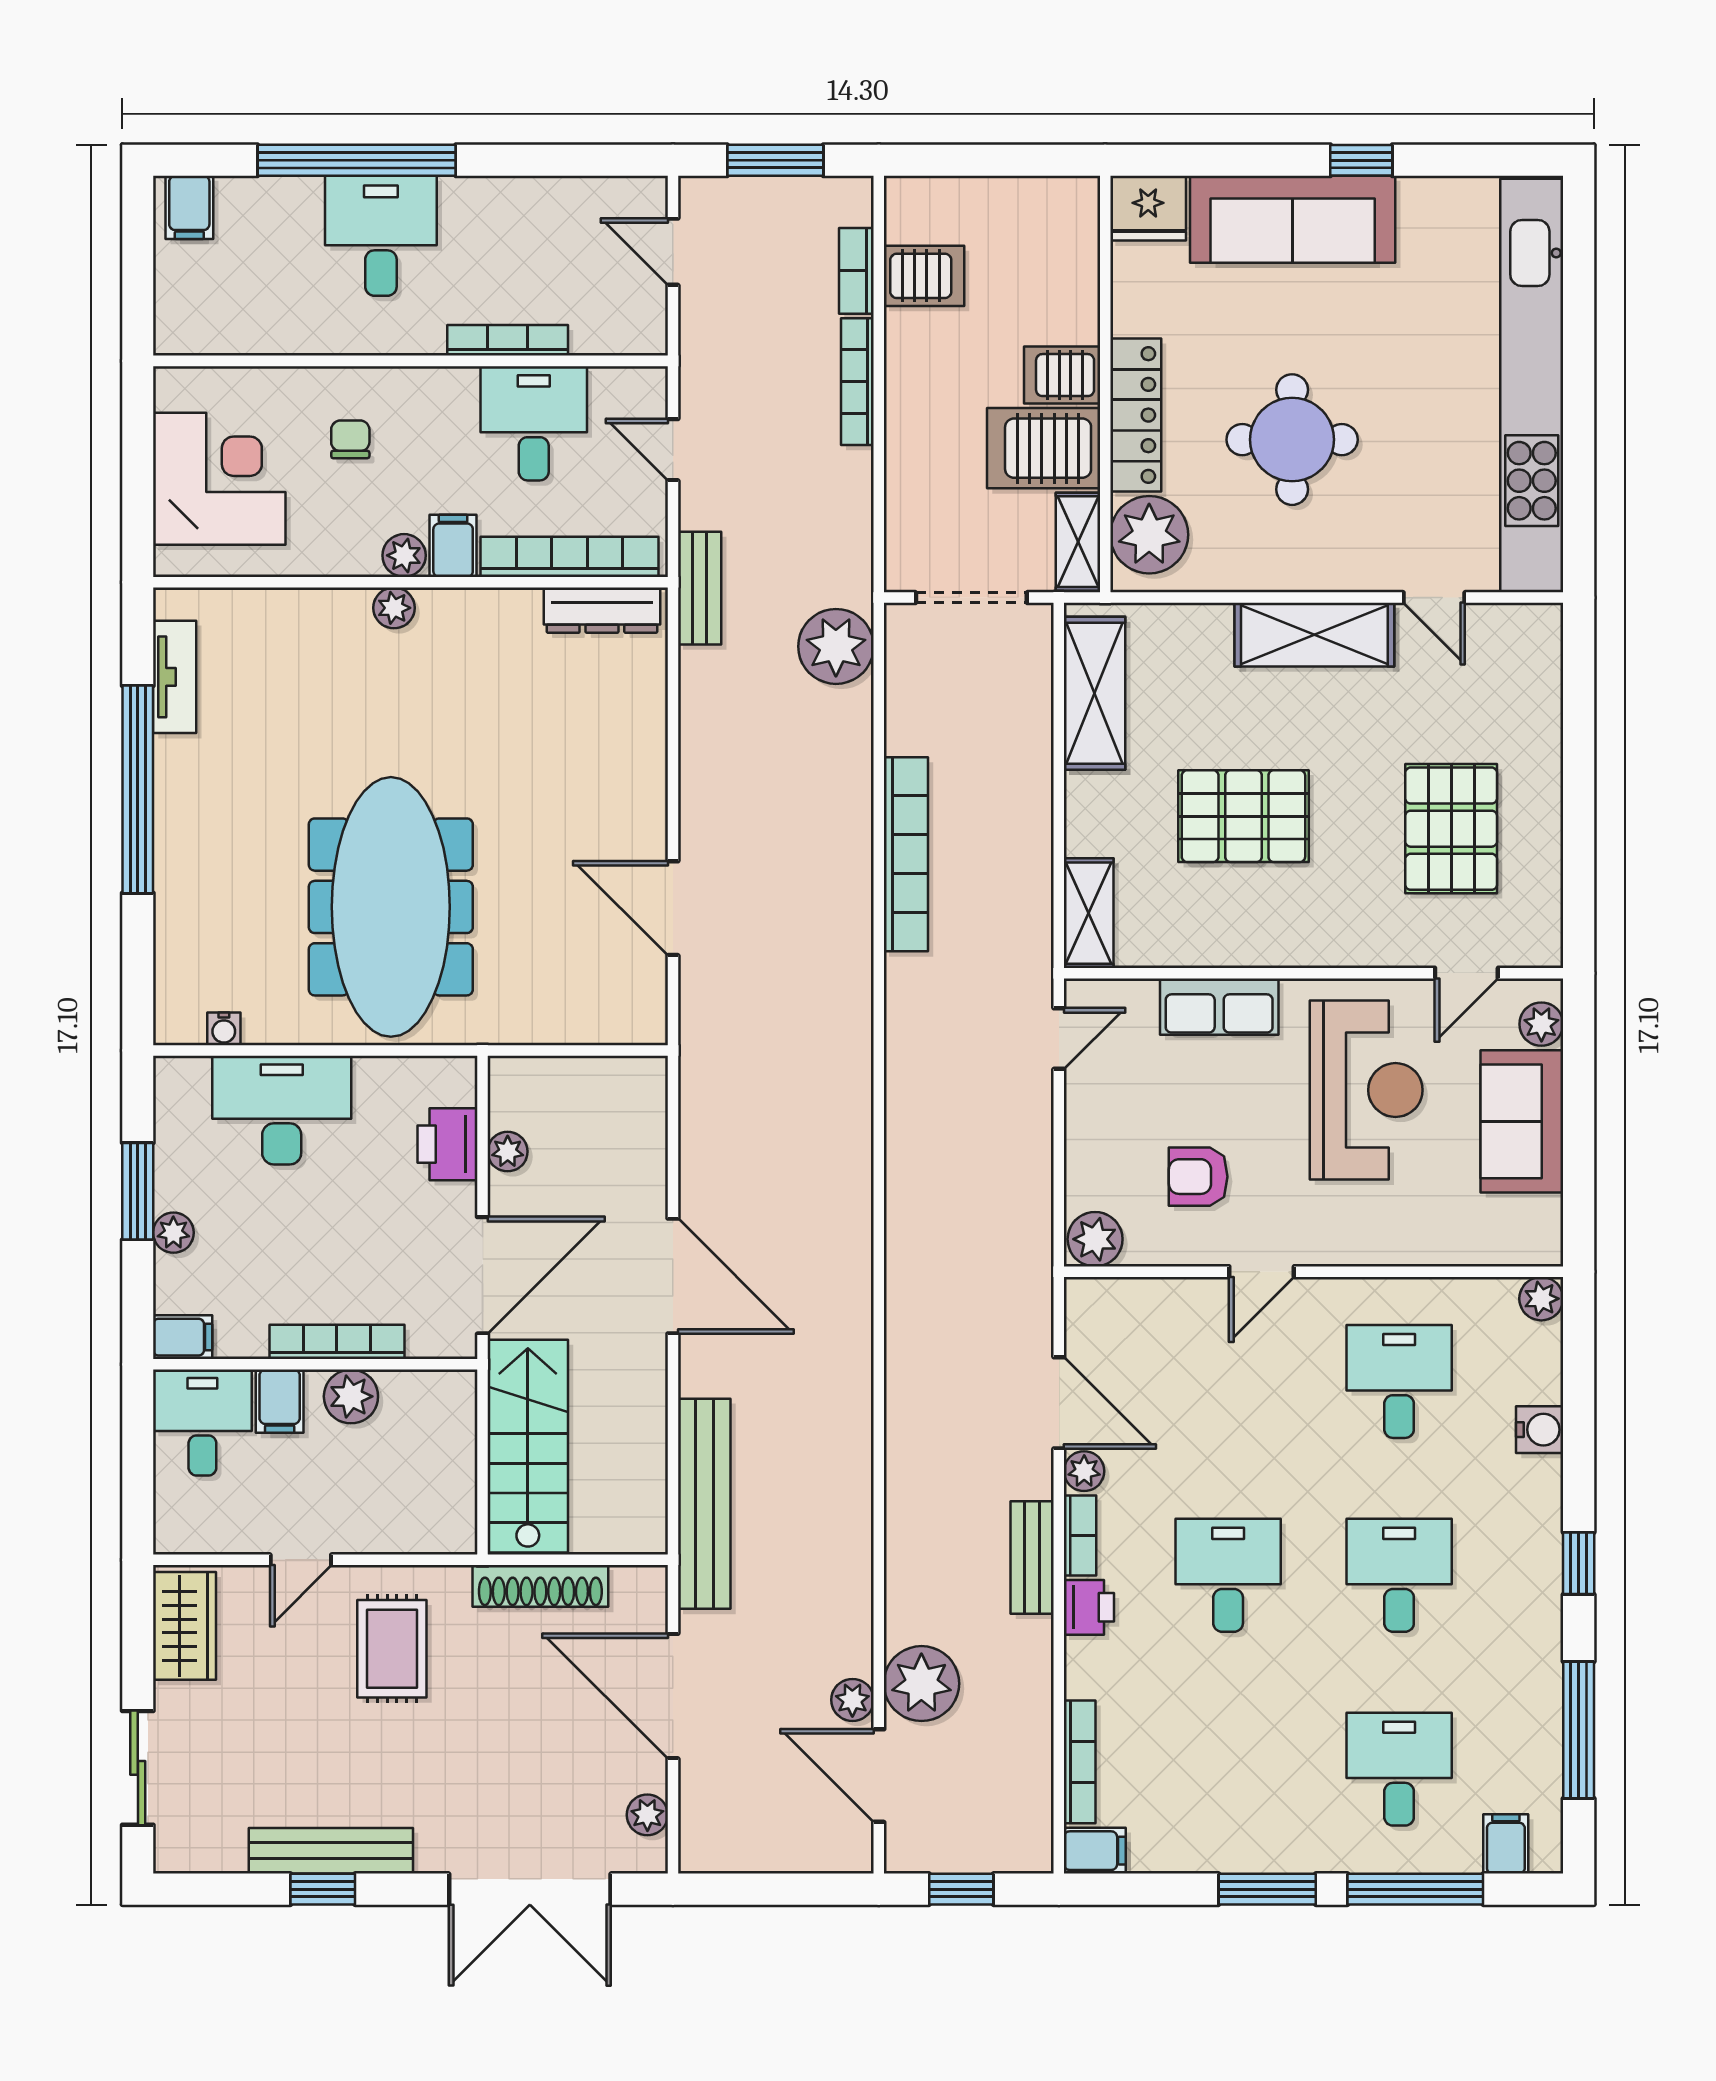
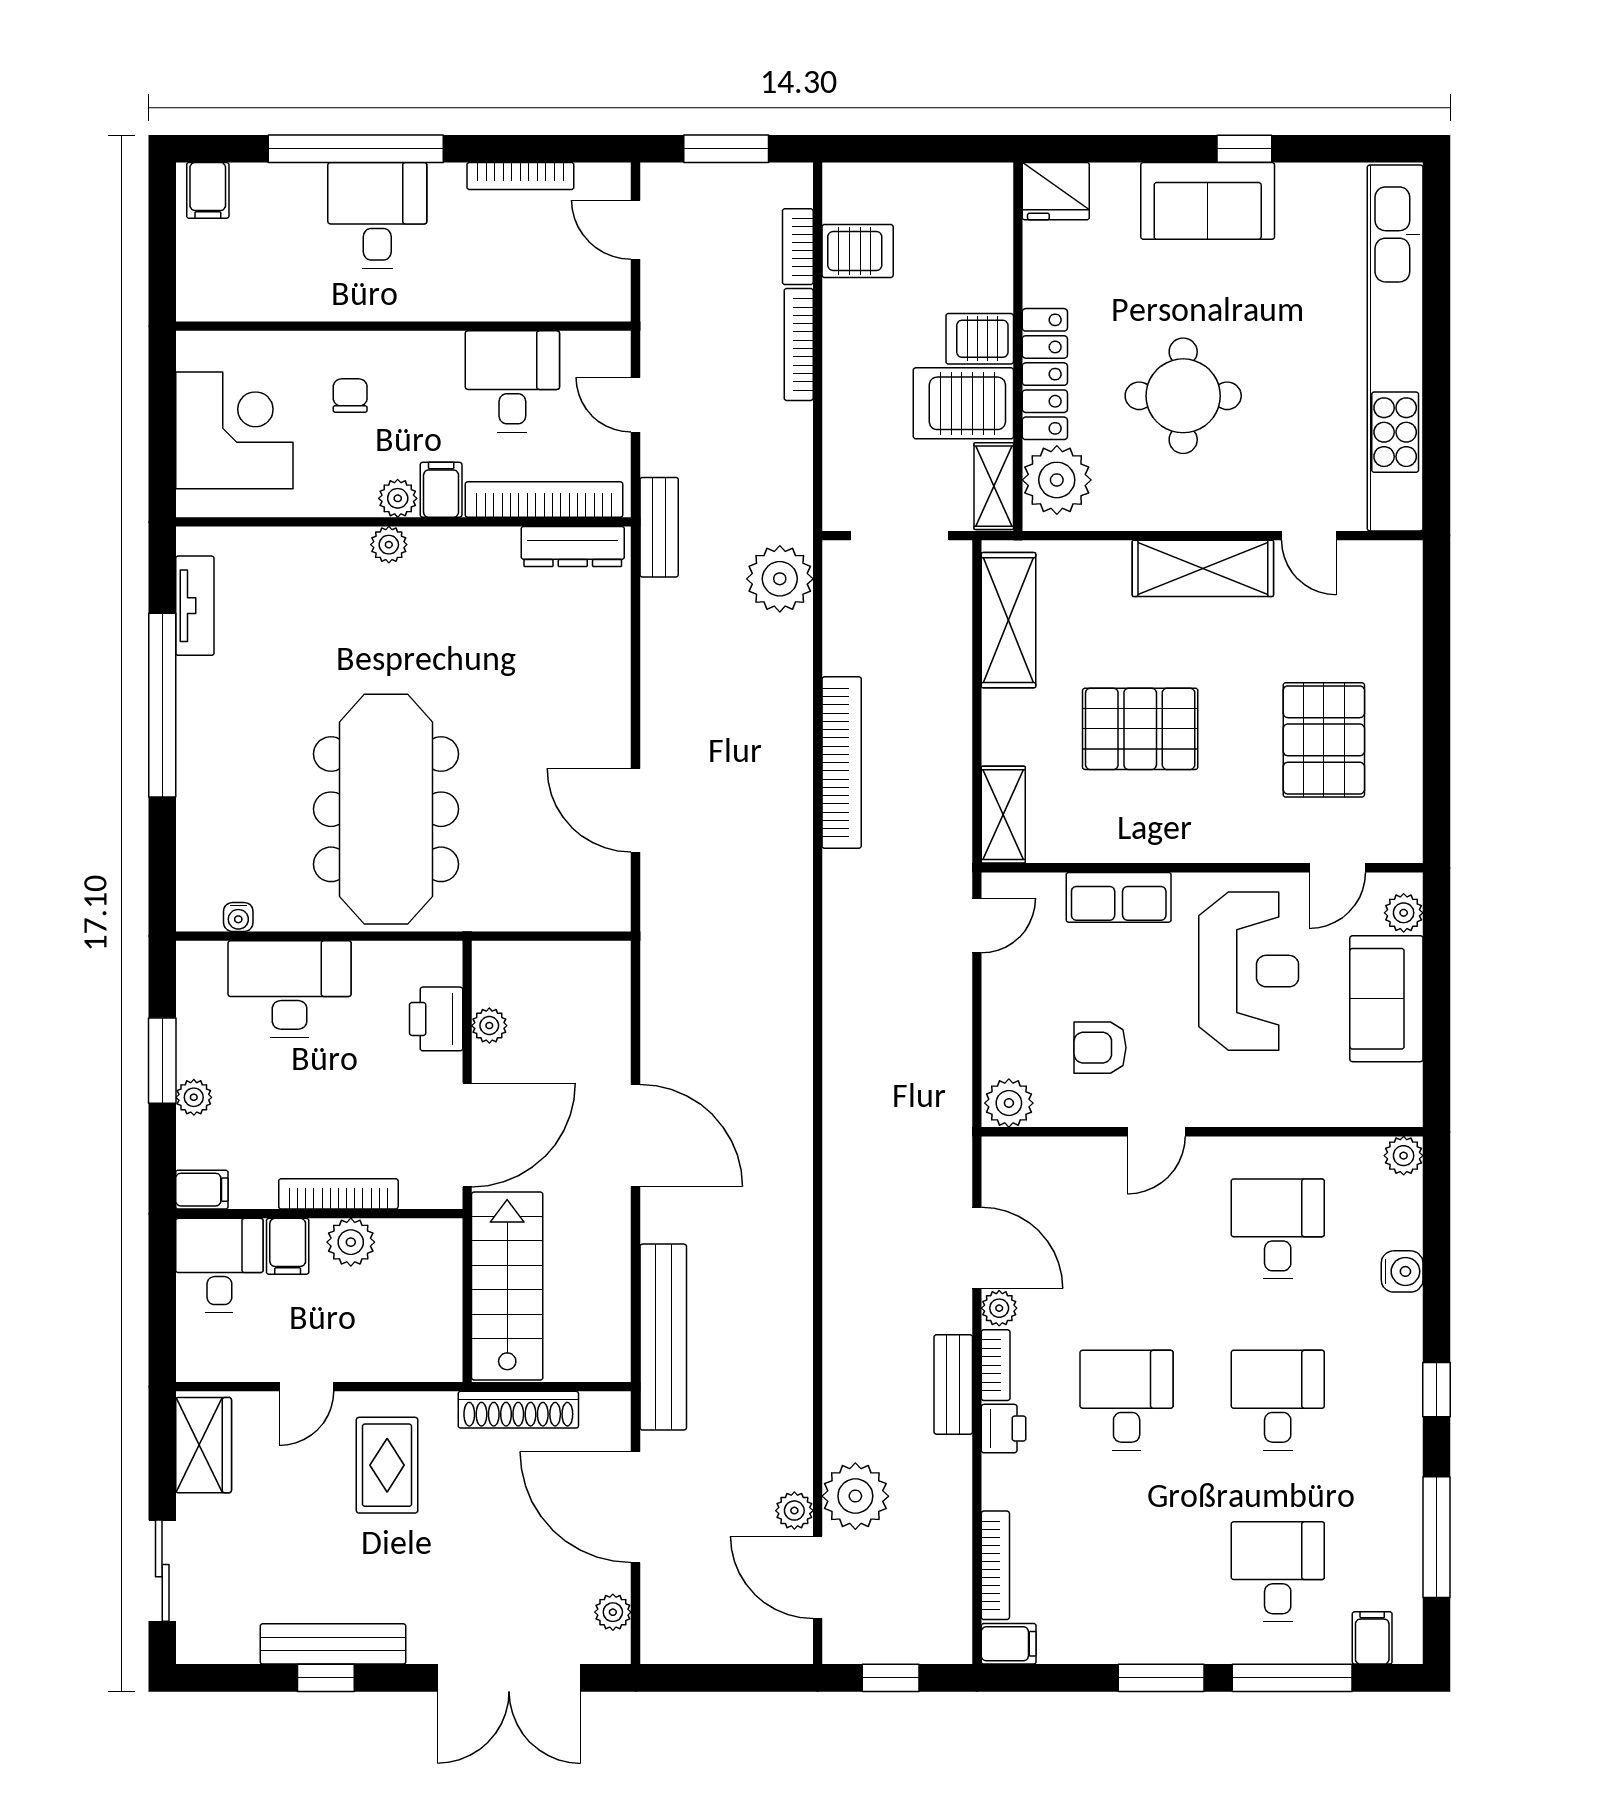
sofa: (1293, 219) -> (1208, 201), width x0.73
bookcase: (508, 340) -> (520, 176), moved, turned 180

